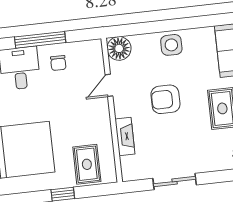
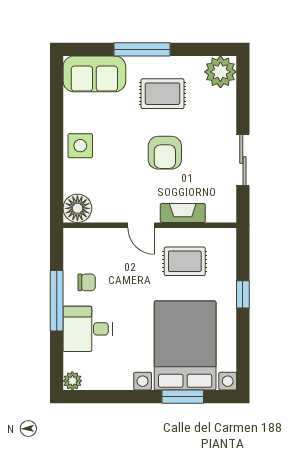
door: (109, 85) -> (141, 225), moved
armchair: (165, 99) -> (165, 153), moved
rug: (87, 164) -> (185, 261), moved

